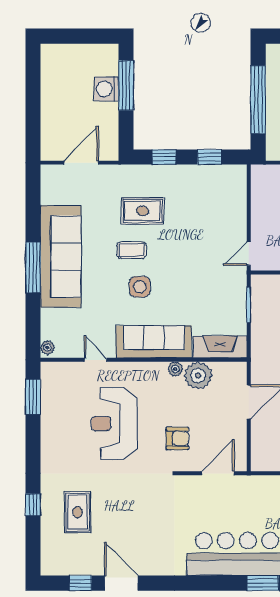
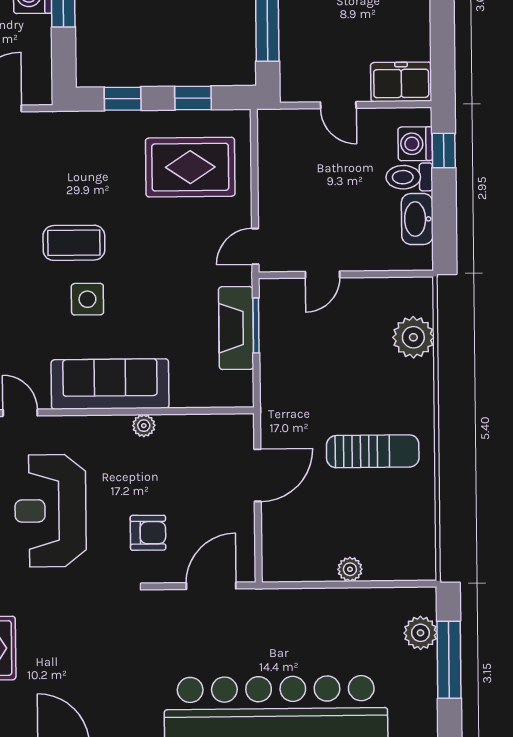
rug: (143, 211) -> (190, 167), moved, width x1.36, depth x1.43
coffee table: (131, 250) -> (74, 243), width x1.36, depth x1.30
fireplace: (220, 347) -> (236, 328), moved, turned -90
plant: (198, 376) -> (179, 435), removed

